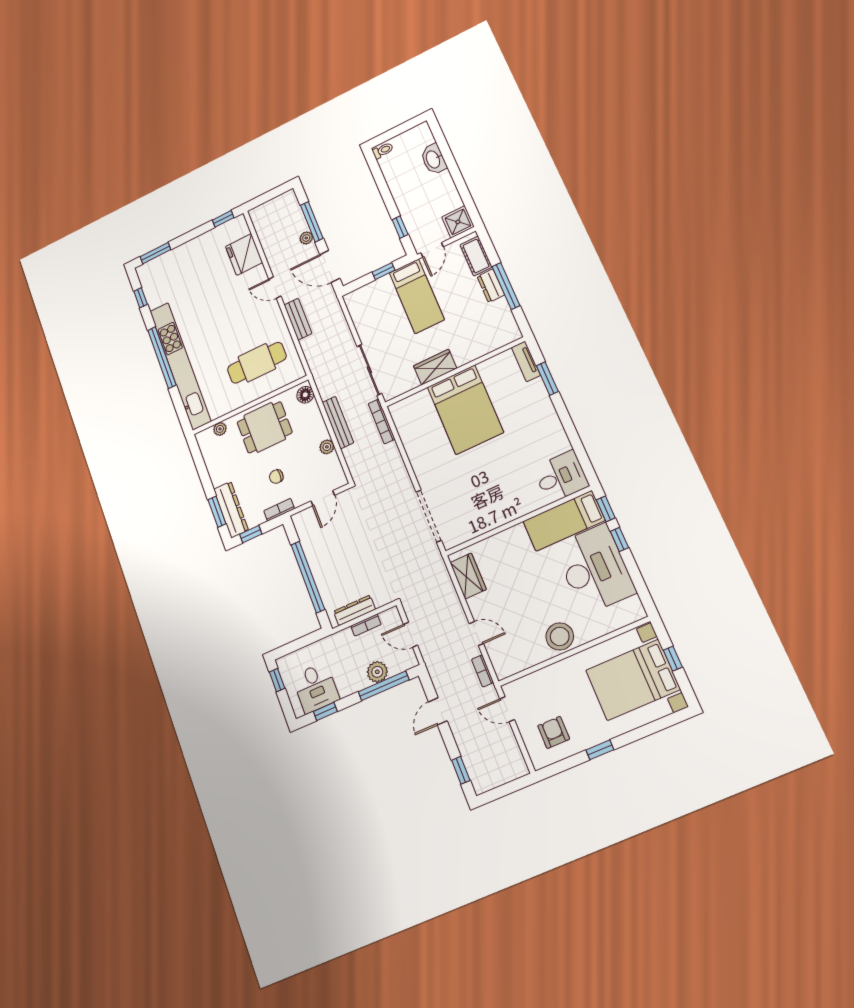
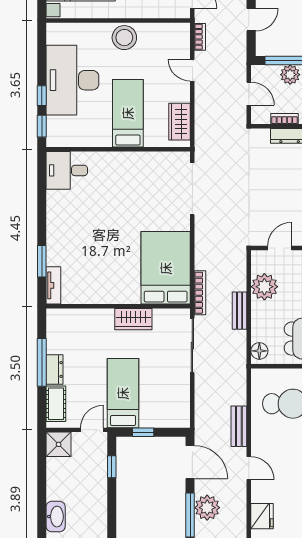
plant: (306, 238) -> (207, 508), width x1.88, depth x1.88
fridge: (244, 254) -> (262, 516), width x0.73, depth x0.75
bed: (465, 410) -> (166, 268), moved
bench: (338, 423) -> (240, 311), width x0.73
plant: (327, 447) -> (264, 287), width x1.88, depth x1.88
bed: (564, 521) -> (128, 113), moved, turned -90

